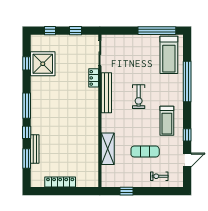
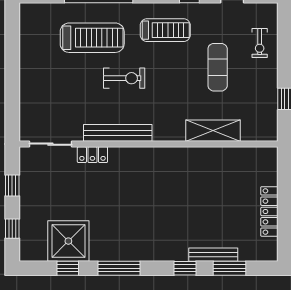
window: (157, 31) -> (12, 47), removed
treadmill: (169, 55) -> (92, 38), moved
window: (27, 106) -> (119, 268), moved

